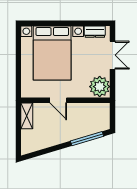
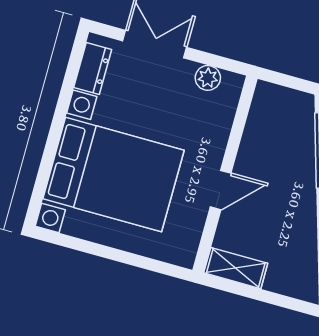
plant: (100, 87) -> (208, 78), width x0.53, depth x0.53

